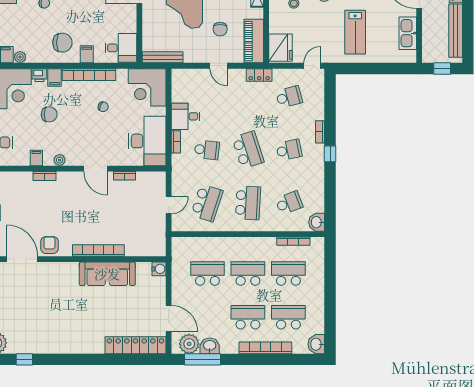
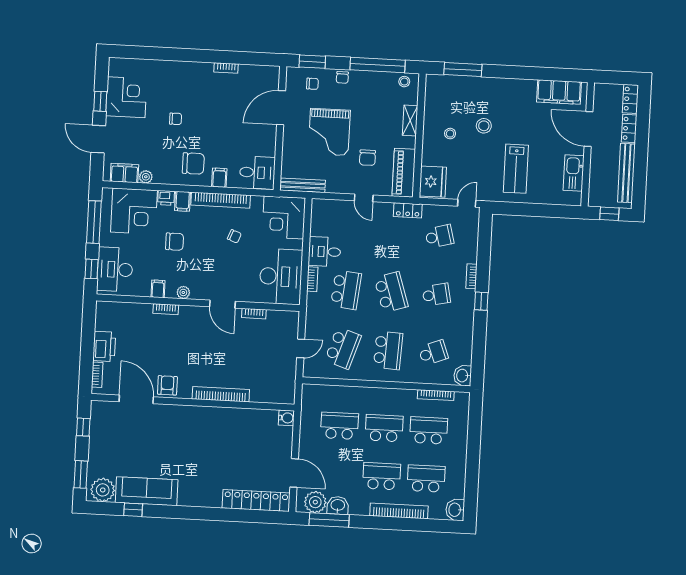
school desk: (207, 150) -> (346, 290), width x1.85
sofa: (107, 274) -> (147, 491), moved, turned 180

